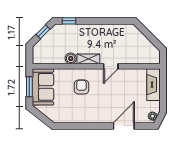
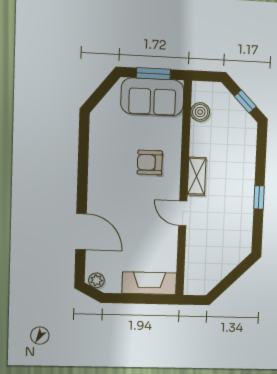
window: (69, 21) -> (259, 197), moved
boiler: (71, 58) -> (200, 112), moved
armchair: (81, 87) -> (150, 162), turned 180

